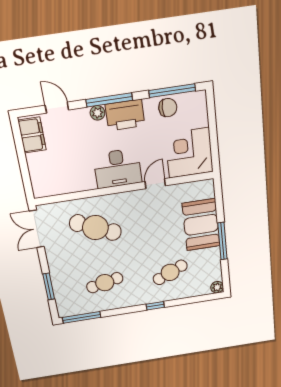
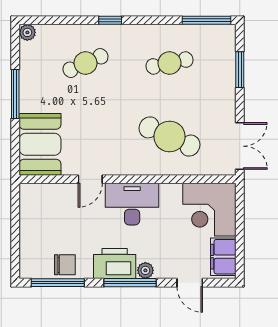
chair: (168, 108) -> (65, 265), turned 180
corner desk: (189, 153) -> (209, 210), moved, turned 90
booth: (201, 225) -> (40, 144), moved

